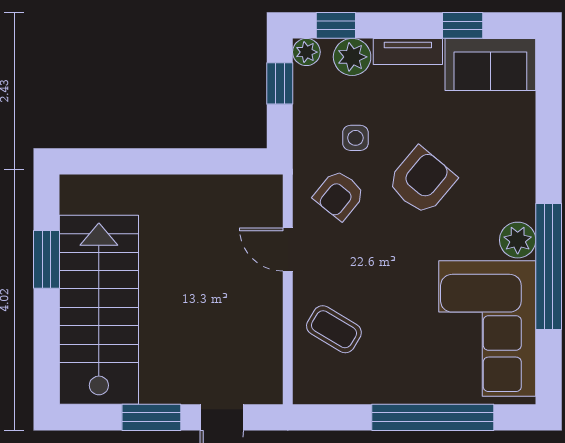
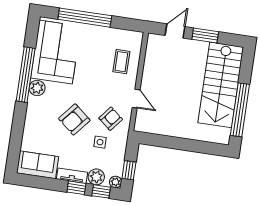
window: (463, 25) -> (76, 188), moved
window: (47, 259) -> (240, 110), width x2.11
coffee table: (334, 329) -> (121, 62), turned 59

